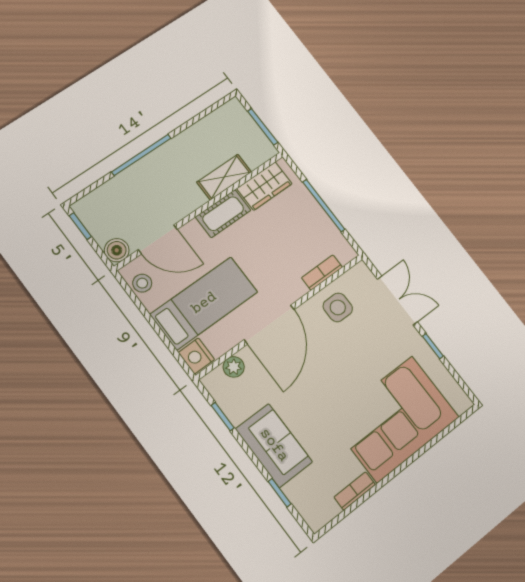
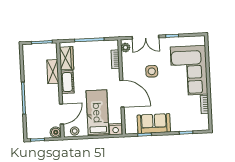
double door: (397, 300) -> (145, 37), swing flipped
side table: (338, 307) -> (152, 71), moved
plant: (234, 367) -> (125, 48), moved
sofa: (274, 445) -> (154, 124), moved

